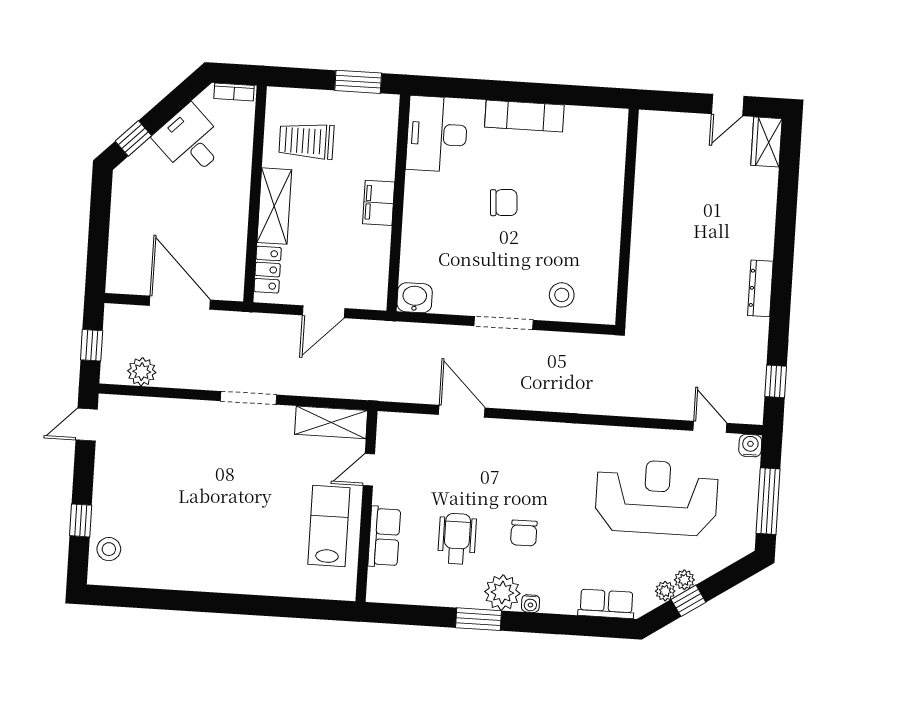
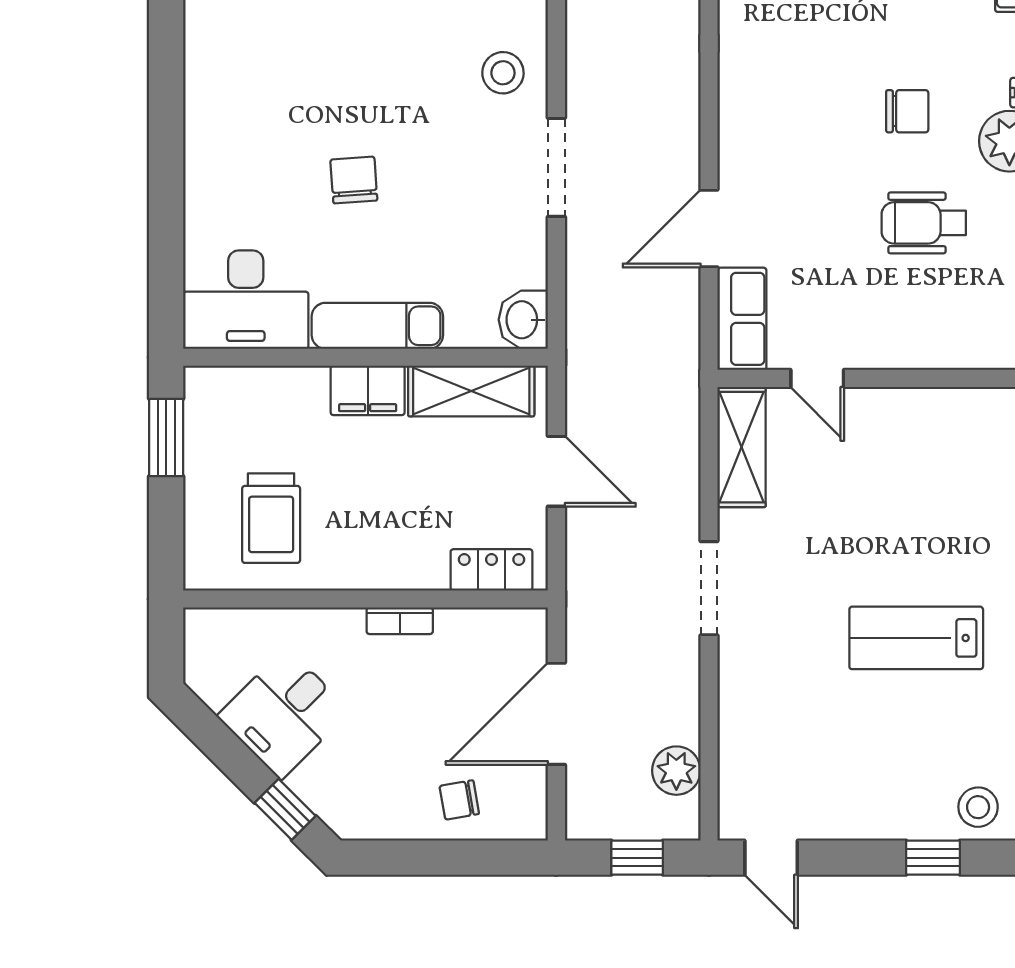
bookcase: (234, 92) -> (400, 621), moved, turned 90
exam couch: (524, 116) -> (377, 326), moved, turned -90
shelving: (274, 206) -> (471, 391), moved
chair: (132, 242) -> (459, 800), added
lab bench: (329, 526) -> (916, 638), moved
row of seats: (384, 537) -> (742, 319), moved, turned 90

